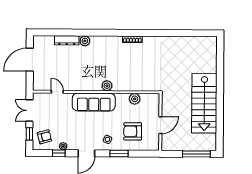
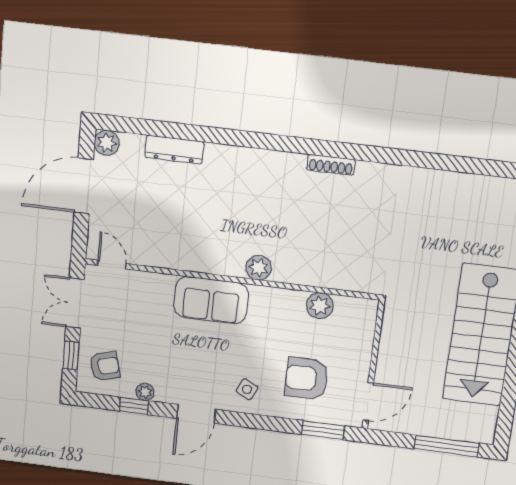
plant: (85, 41) -> (107, 143), moved
door: (57, 92) -> (112, 264), moved
sofa: (94, 102) -> (211, 300), width x0.73
door: (160, 125) -> (368, 402), moved
window: (119, 153) -> (323, 430), moved

